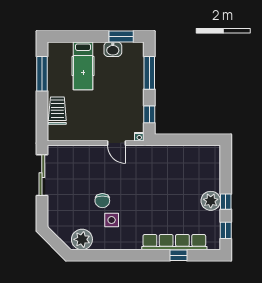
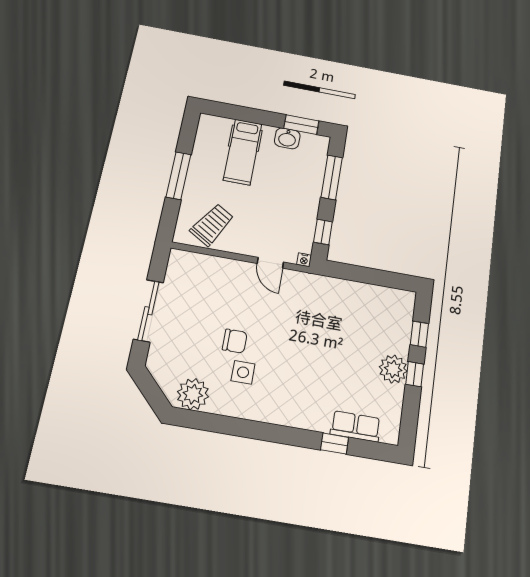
window: (42, 74) -> (178, 176), moved
trolley: (57, 111) -> (212, 225), moved, turned 31
sliding door: (42, 175) -> (148, 311), moved
chair: (102, 201) -> (235, 341), turned -90
window: (226, 230) -> (419, 334), moved
row of seats: (174, 242) -> (356, 426), width x0.50

